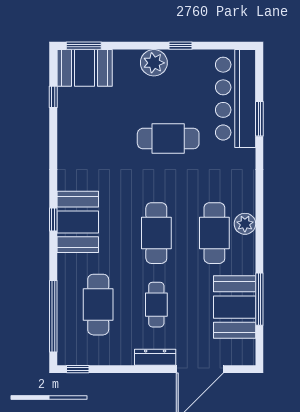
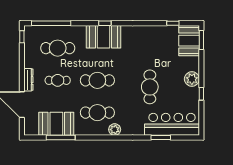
plant: (245, 224) -> (115, 130), moved

